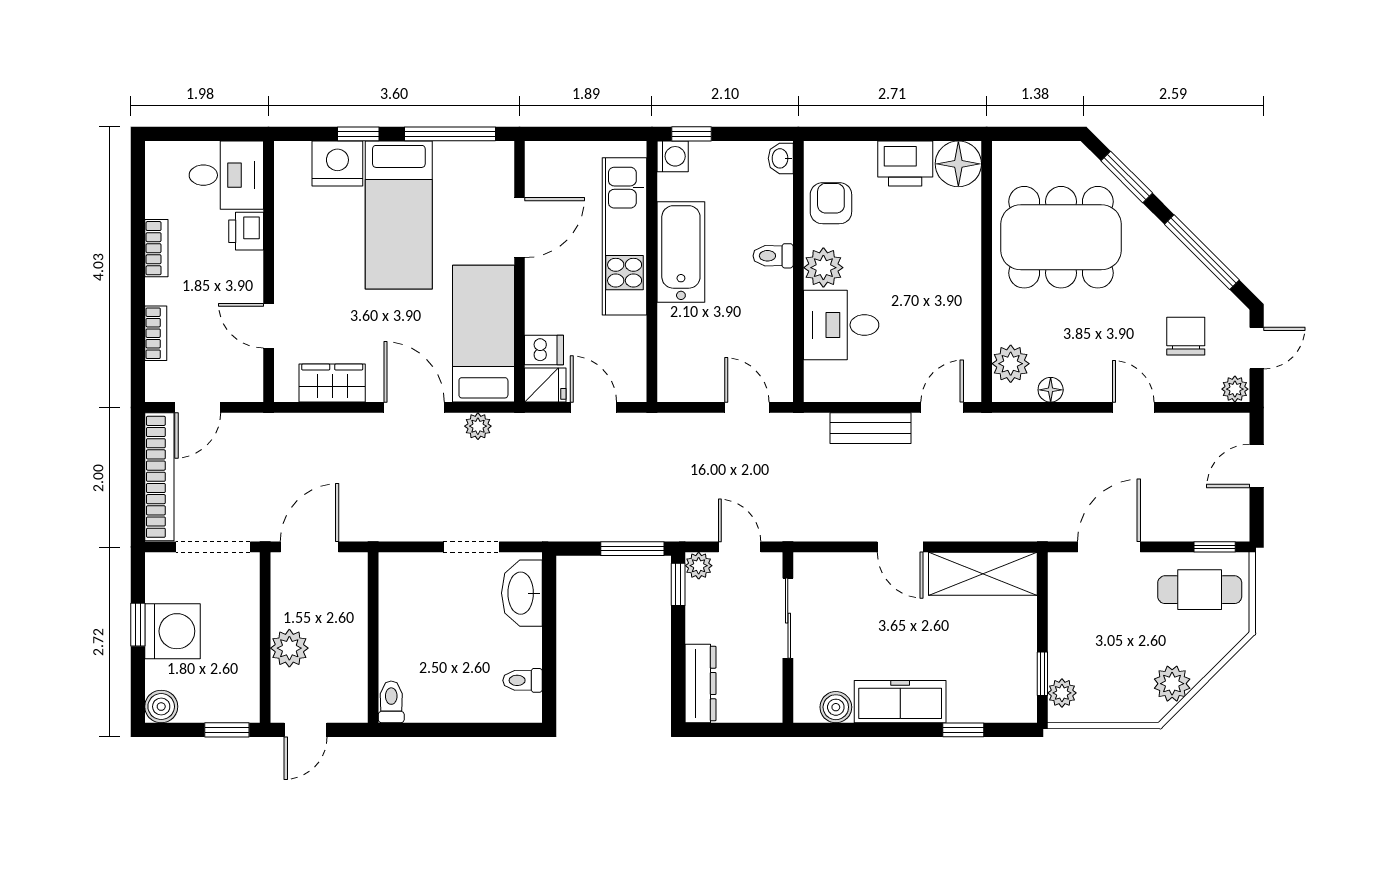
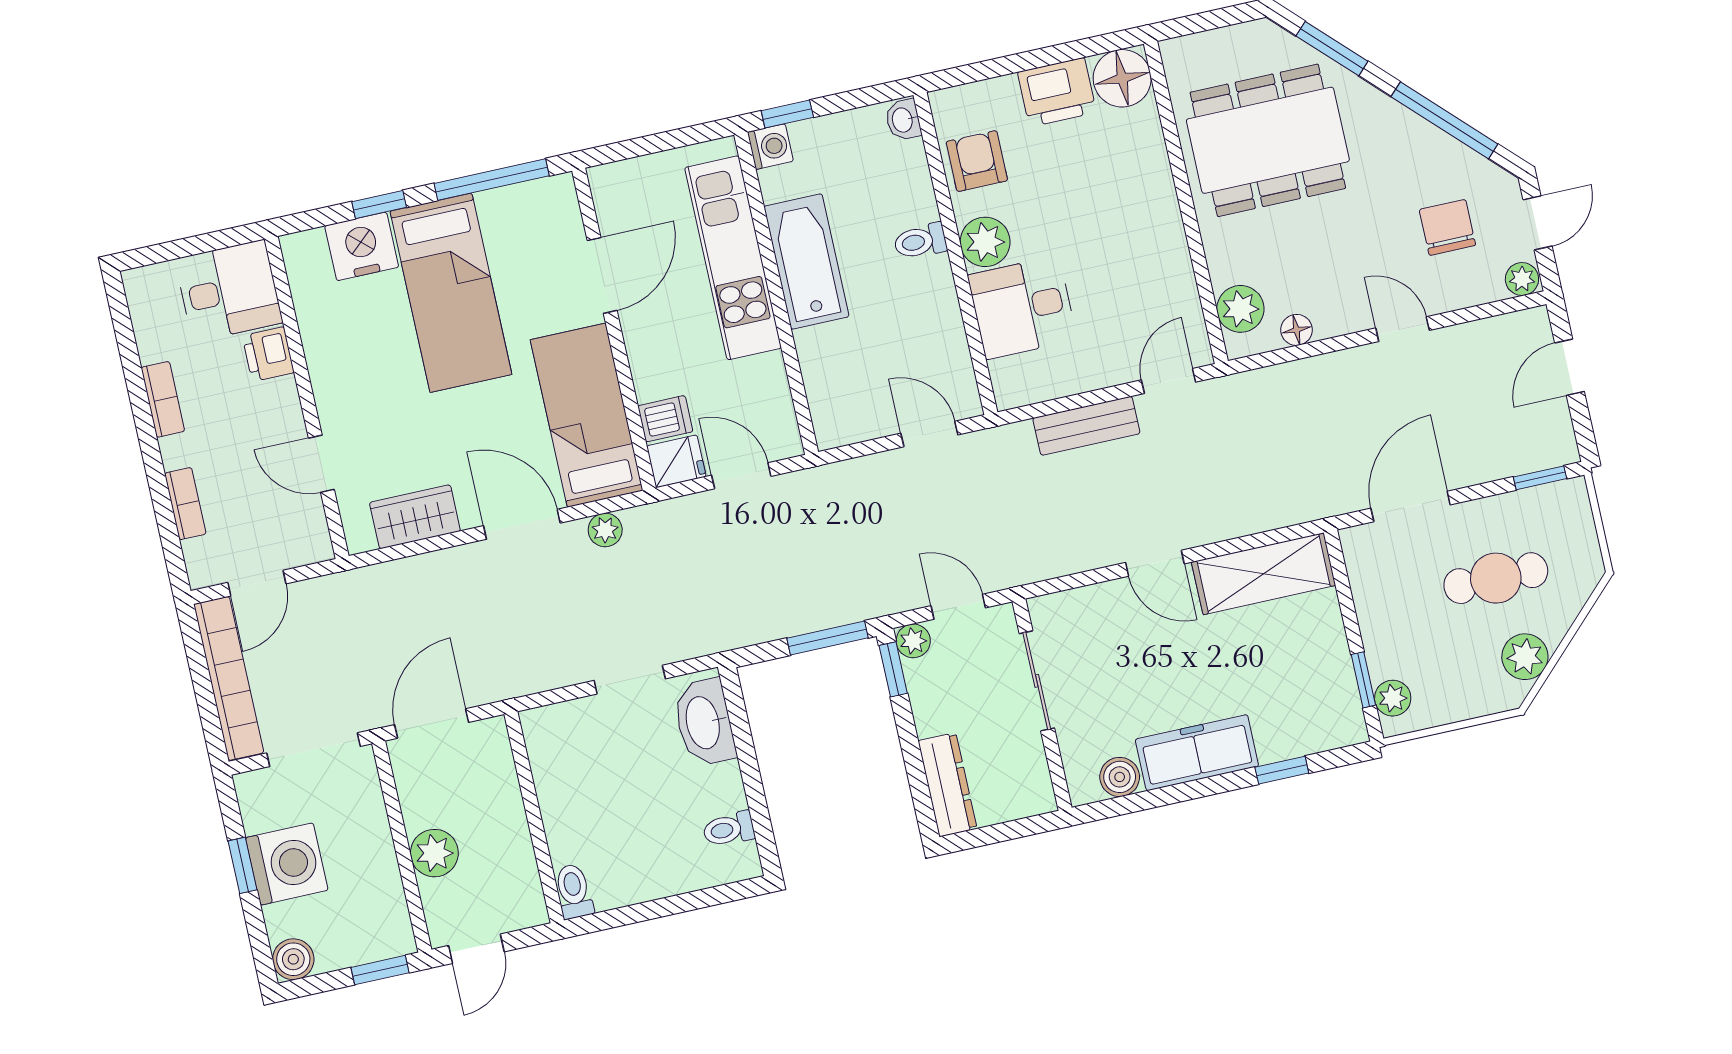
cafe table: (1200, 590) -> (1496, 578), moved

